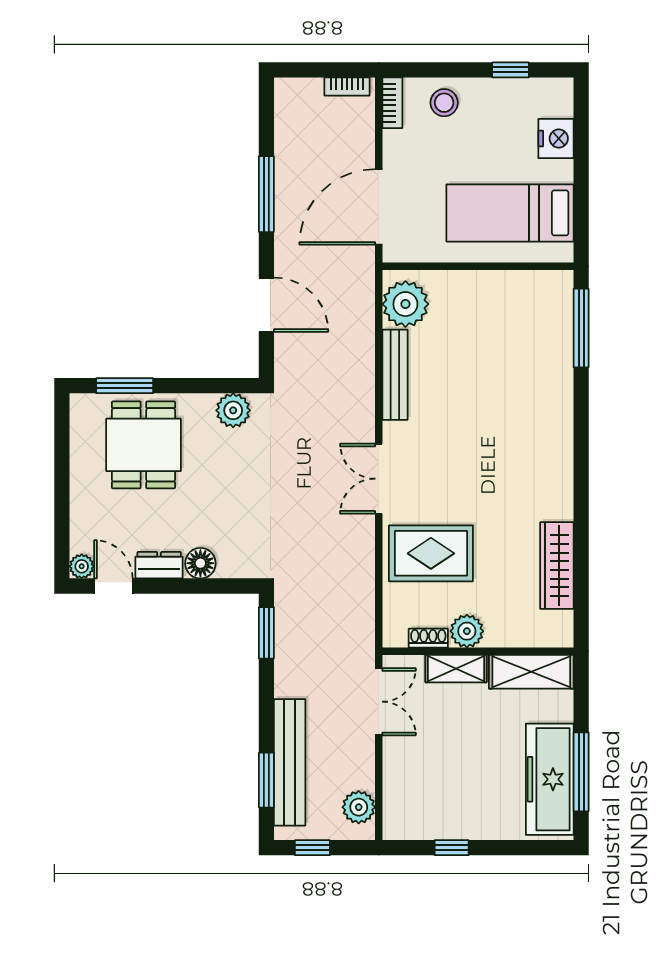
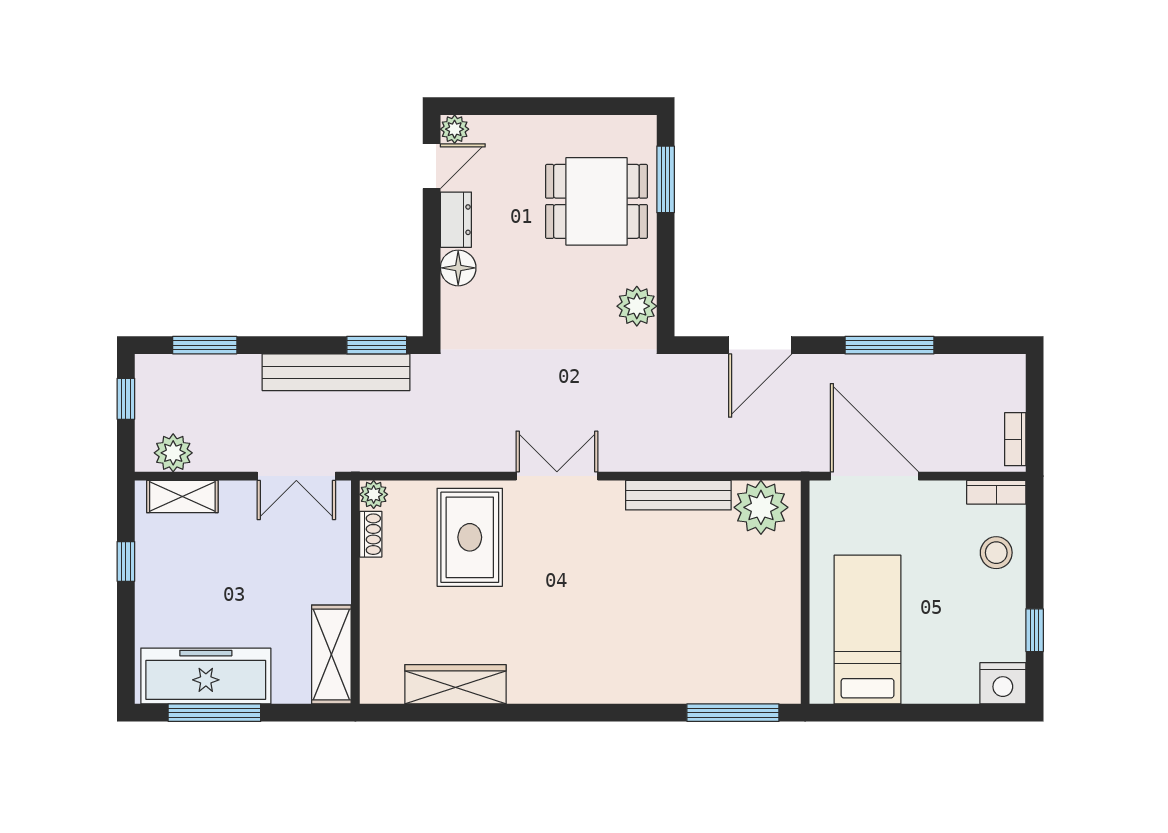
nightstand: (556, 138) -> (1003, 683), moved
plant: (467, 631) -> (374, 494), moved, width x0.73, depth x0.73
shelving: (456, 669) -> (182, 496), moved, turned 90
bench: (290, 762) -> (336, 372), moved

